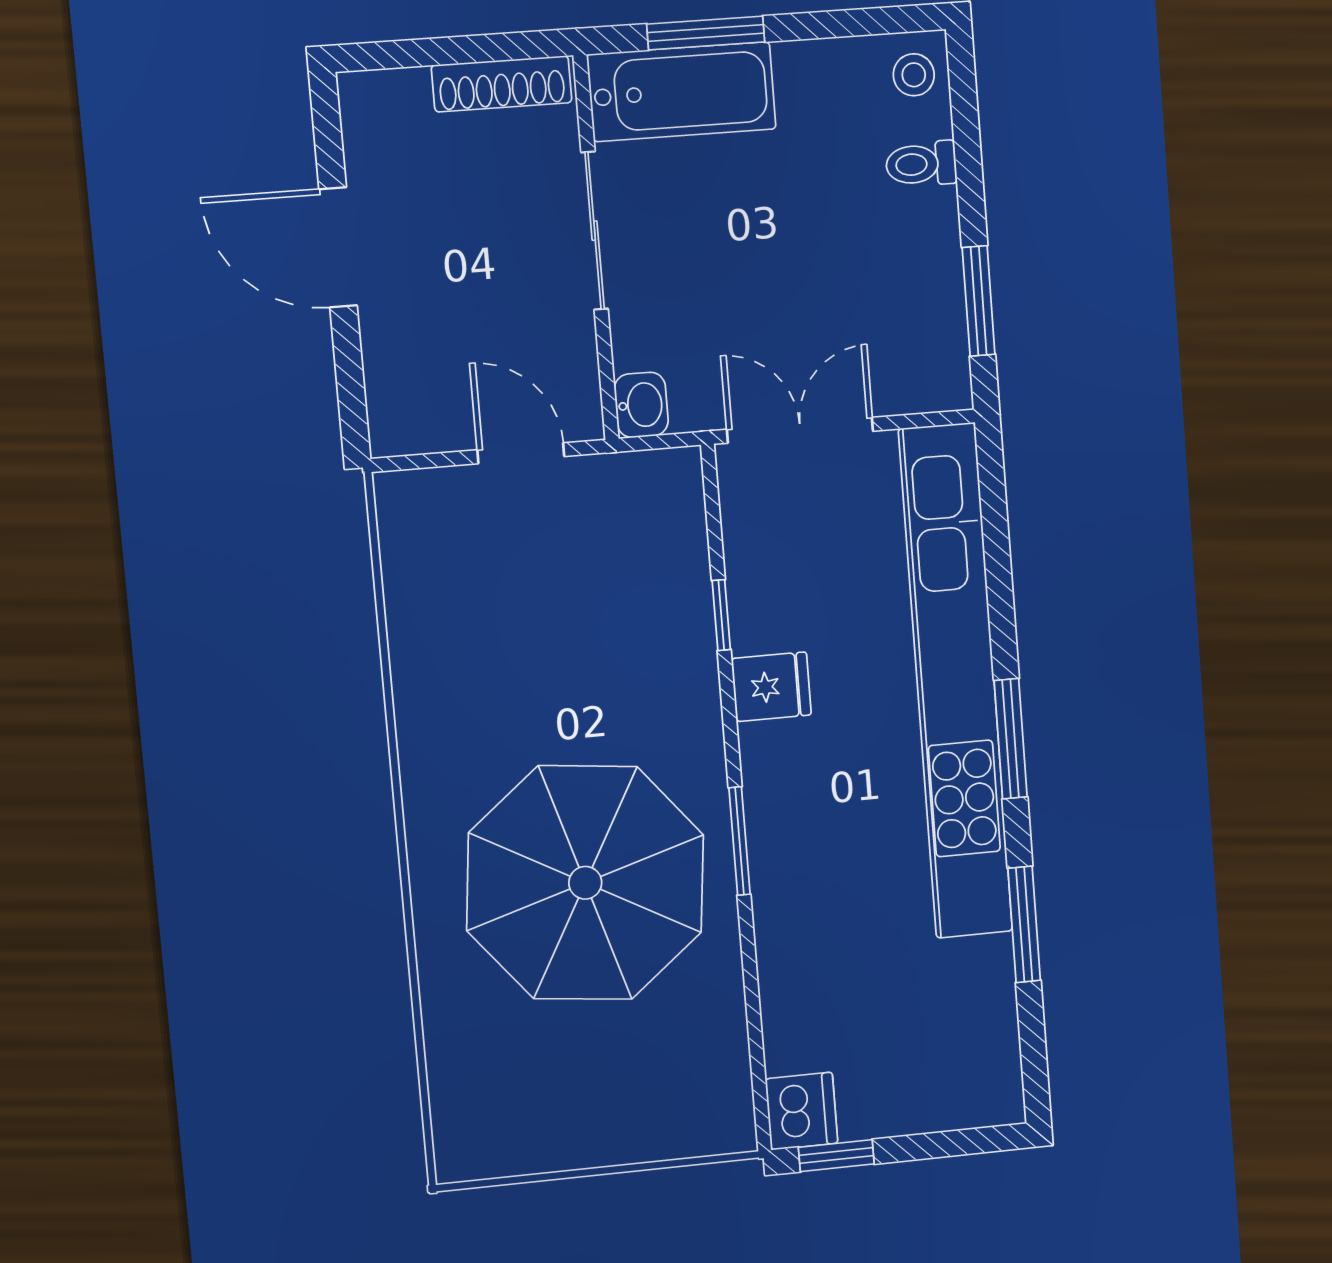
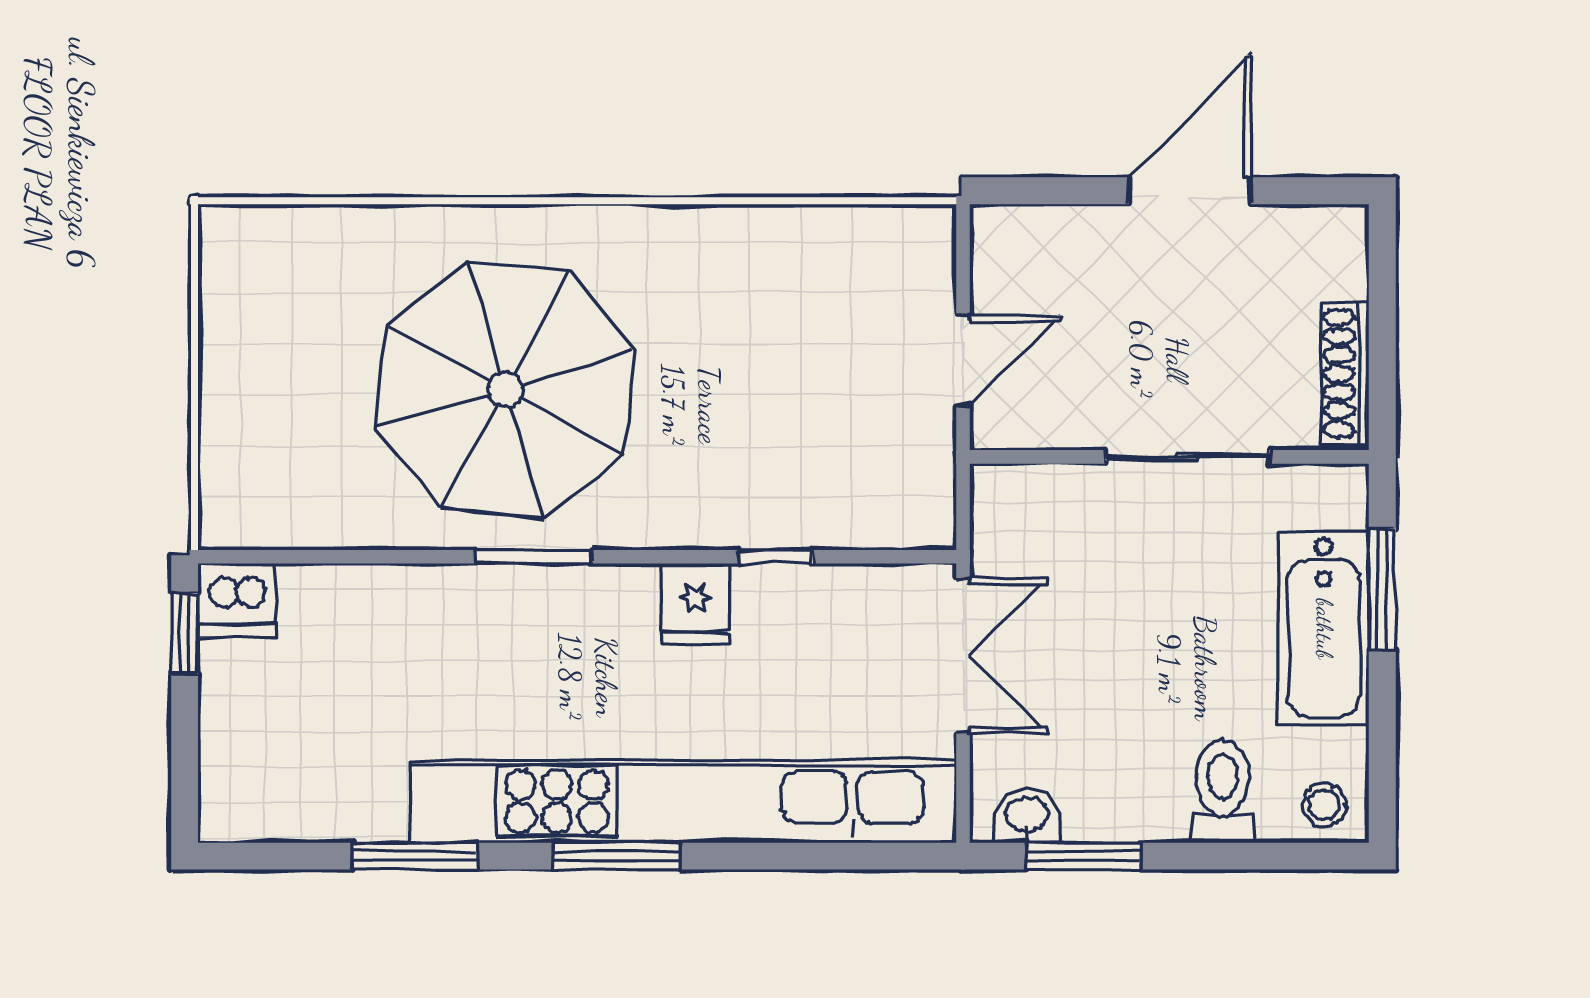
bathtub: (682, 92) -> (1324, 629), moved
toilet: (921, 164) -> (1223, 791), width x1.37, depth x1.39
washbasin: (641, 405) -> (1027, 816), moved, turned 180

